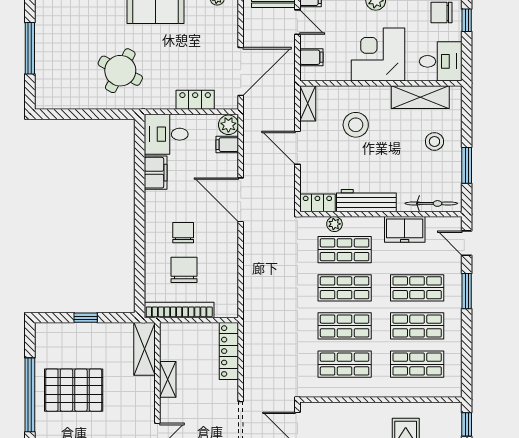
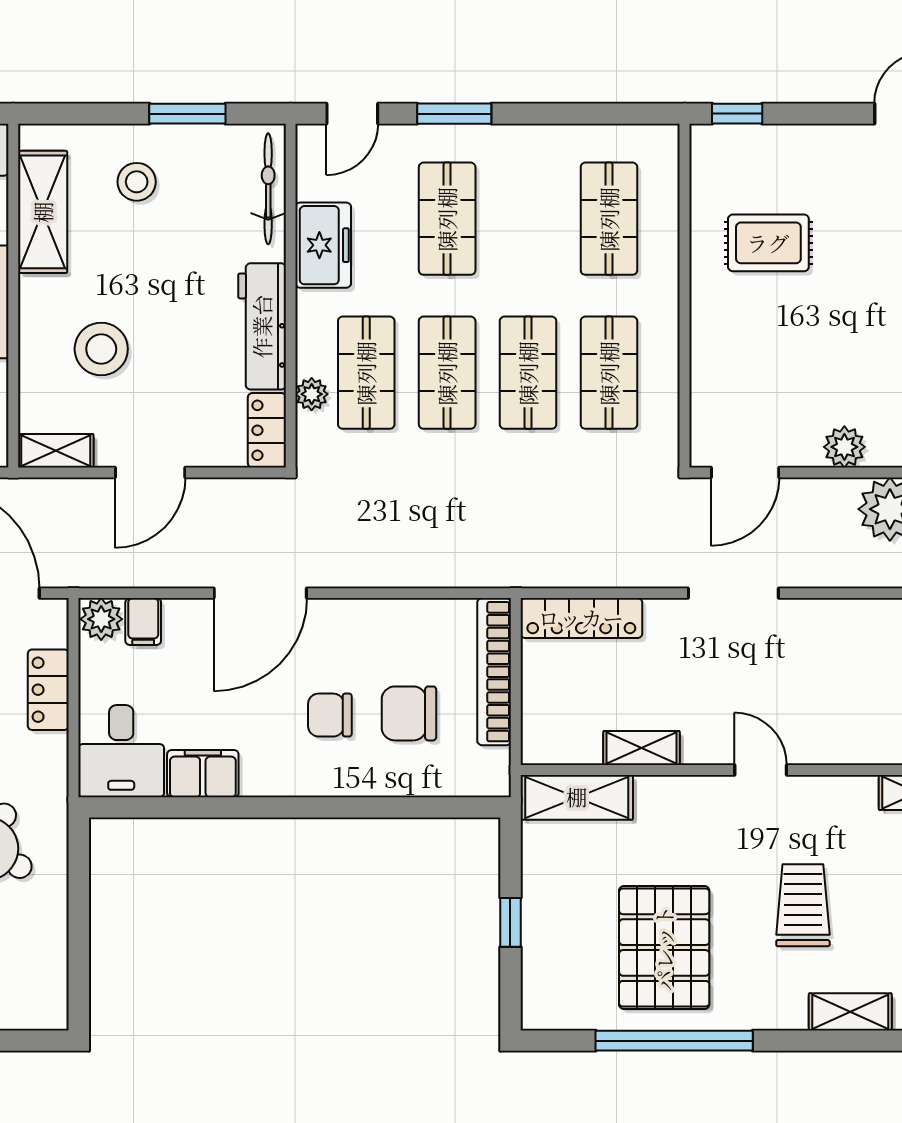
bookcase: (179, 310) -> (494, 672), moved
shop shelf: (417, 326) -> (528, 219), removed

